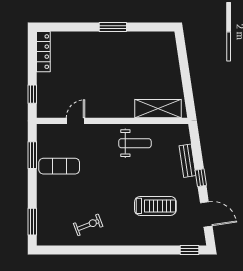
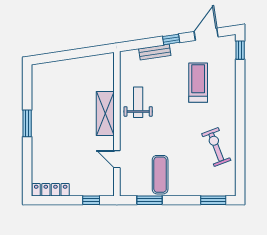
shelving: (158, 109) -> (105, 113), moved
exercise bike: (88, 225) -> (216, 147), width x1.38, depth x1.39

